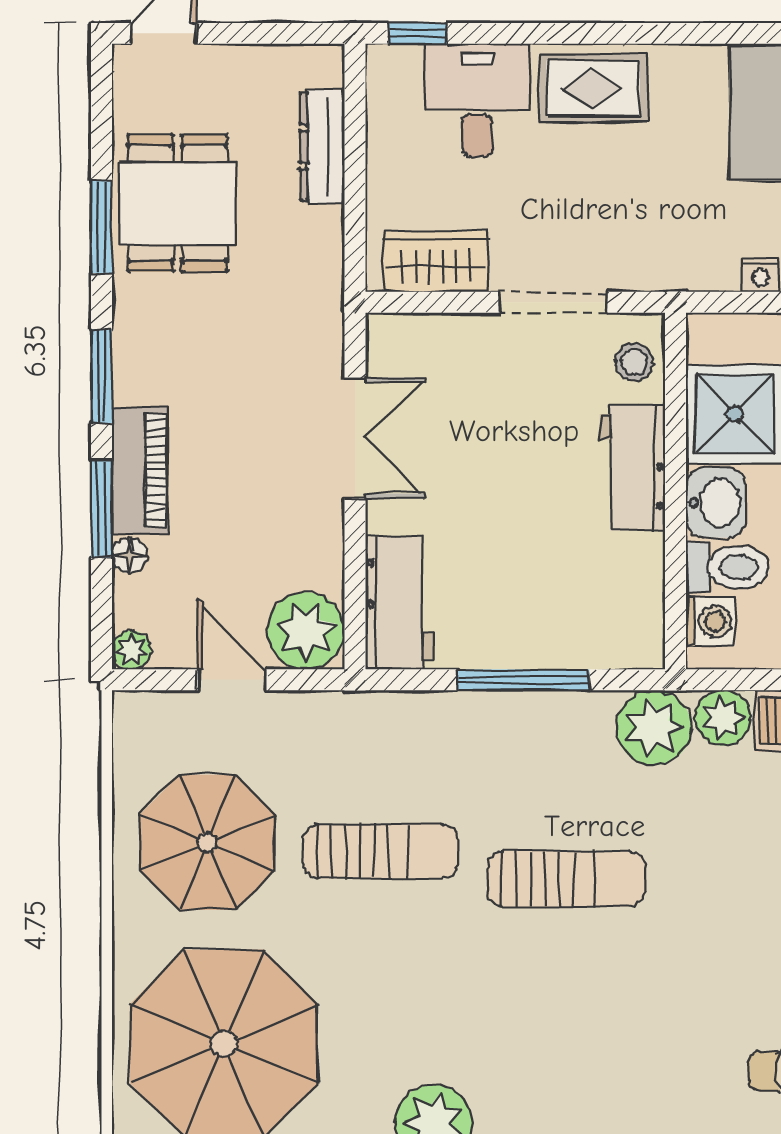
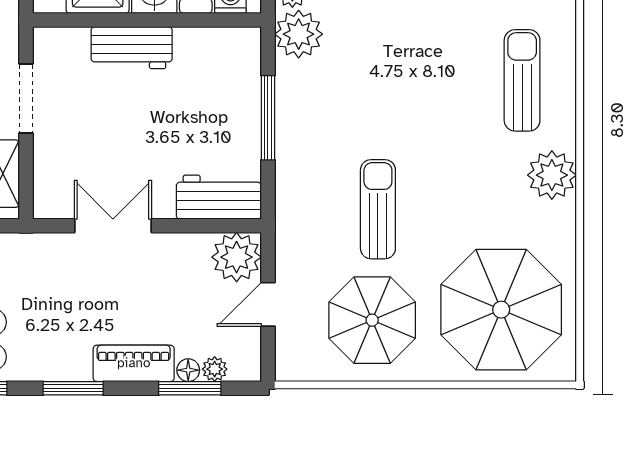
stool: (634, 362) -> (64, 47), removed
window: (102, 509) -> (190, 388), moved
plant: (131, 650) -> (215, 369), moved
sun lounger: (566, 879) -> (522, 80), moved

